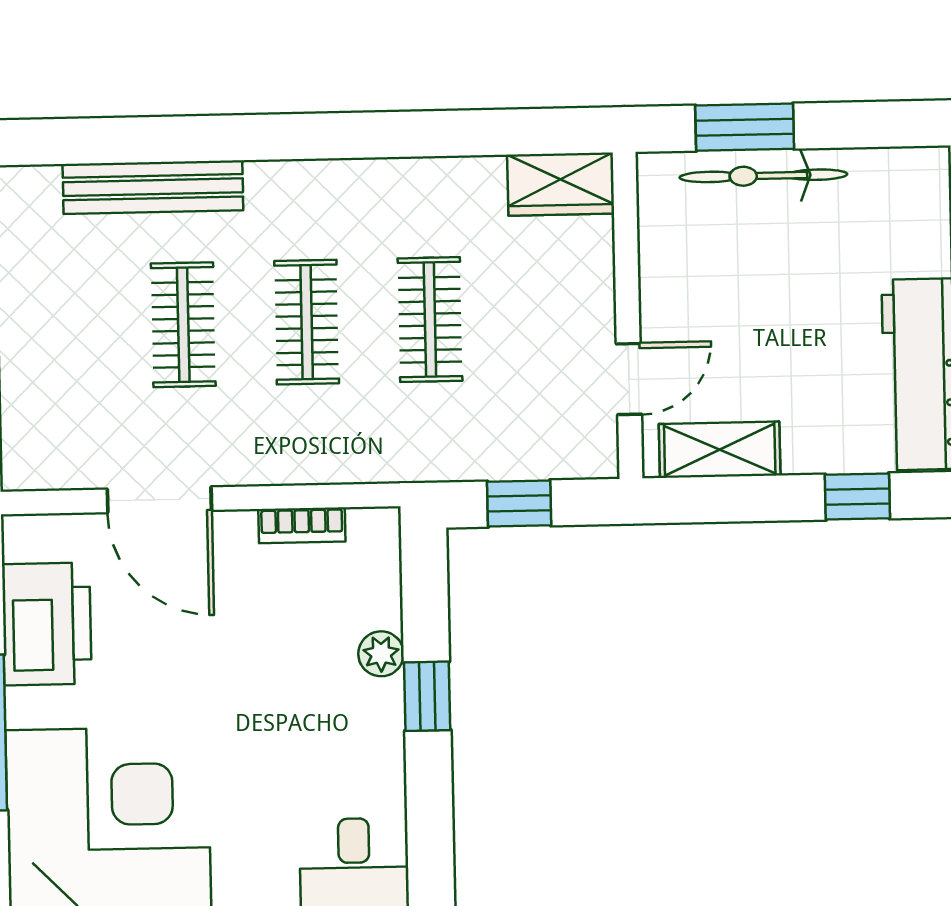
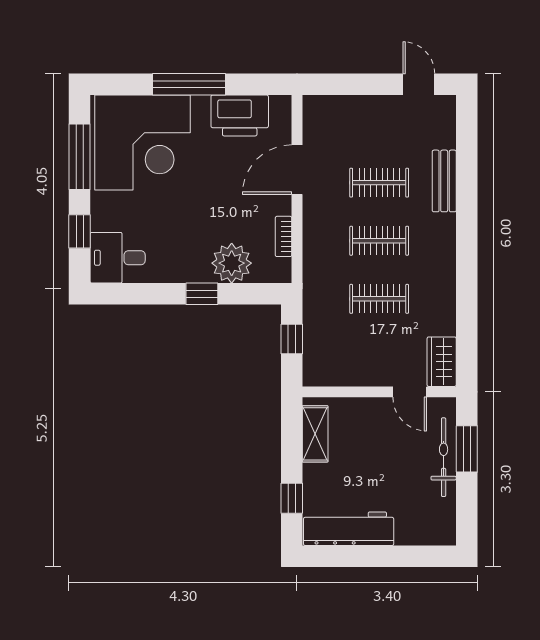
bench: (153, 187) -> (444, 181), width x0.73
door: (629, 379) -> (410, 392), moved
plant: (381, 654) -> (232, 263), width x1.88, depth x1.88

